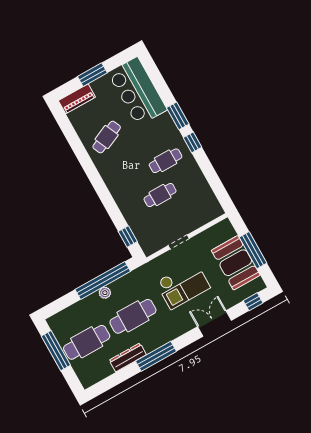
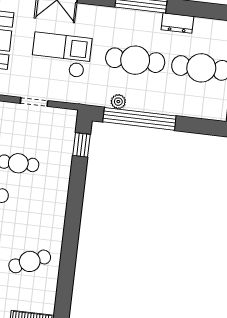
plant: (105, 293) -> (118, 102), moved
dresser: (128, 357) -> (177, 23), width x0.70

